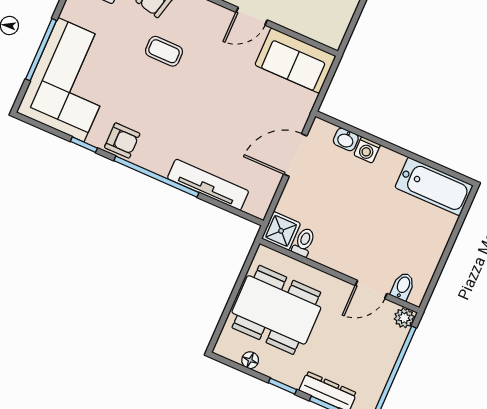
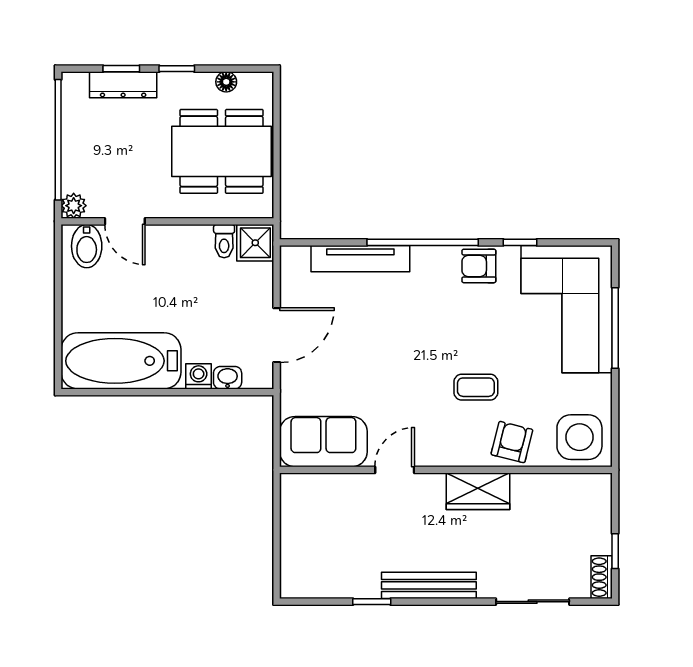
bathtub: (434, 186) -> (121, 361), width x1.36, depth x1.36
bidet: (403, 286) -> (87, 246), width x1.38, depth x1.36
door: (371, 289) -> (125, 221), swing flipped

